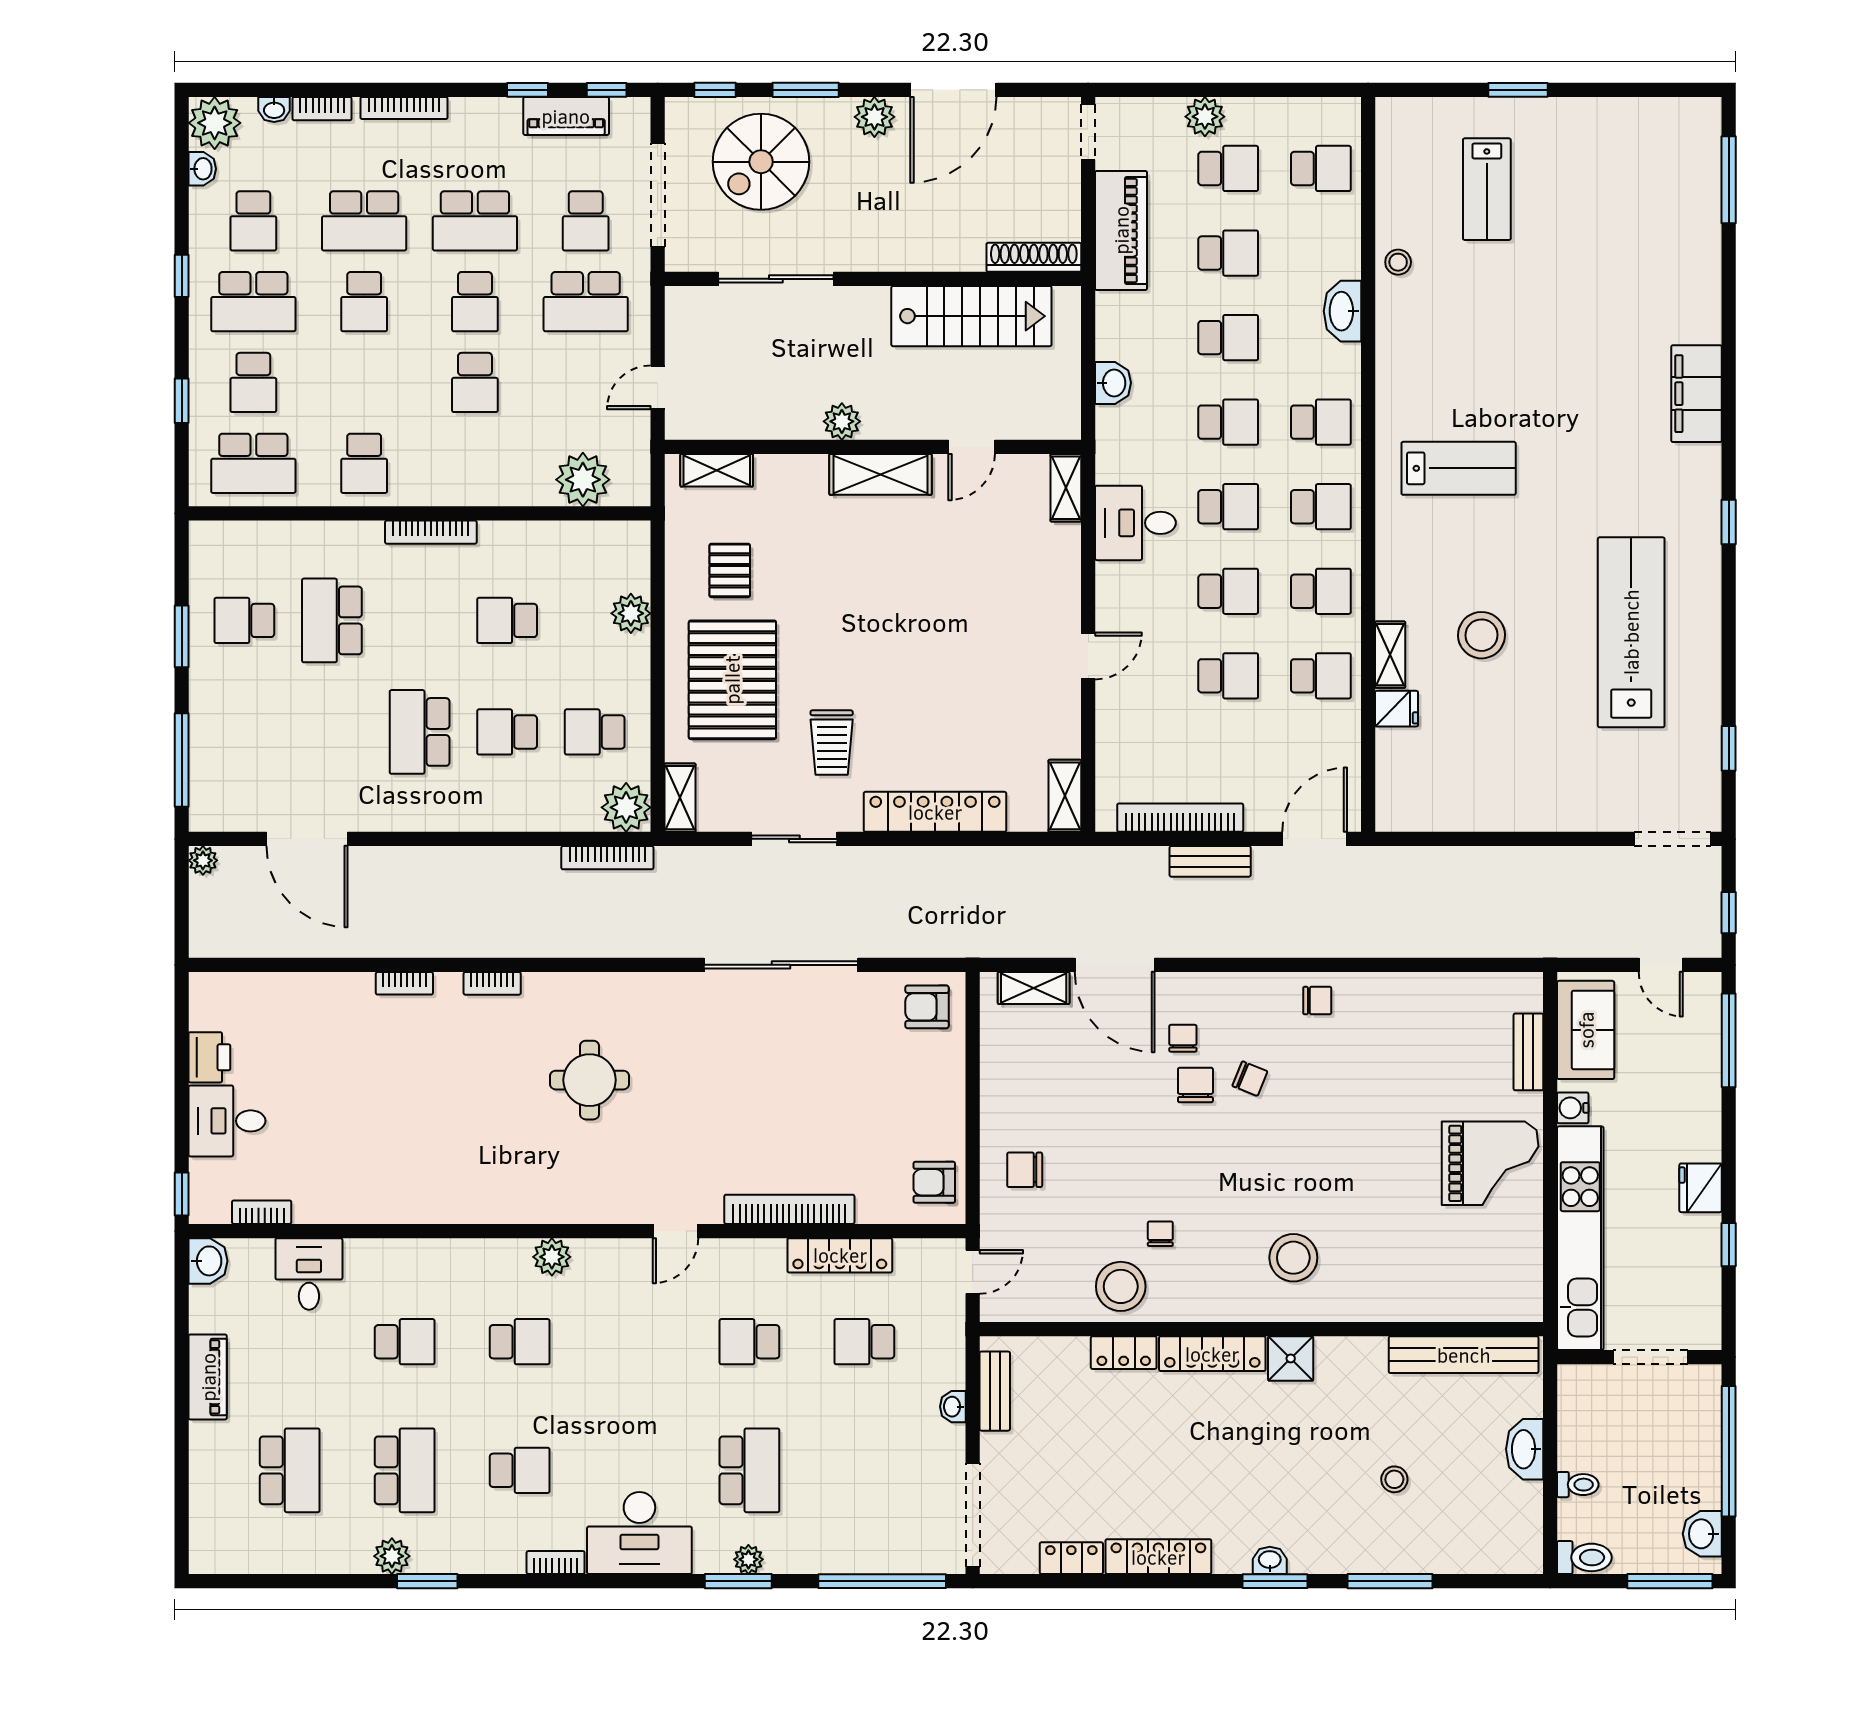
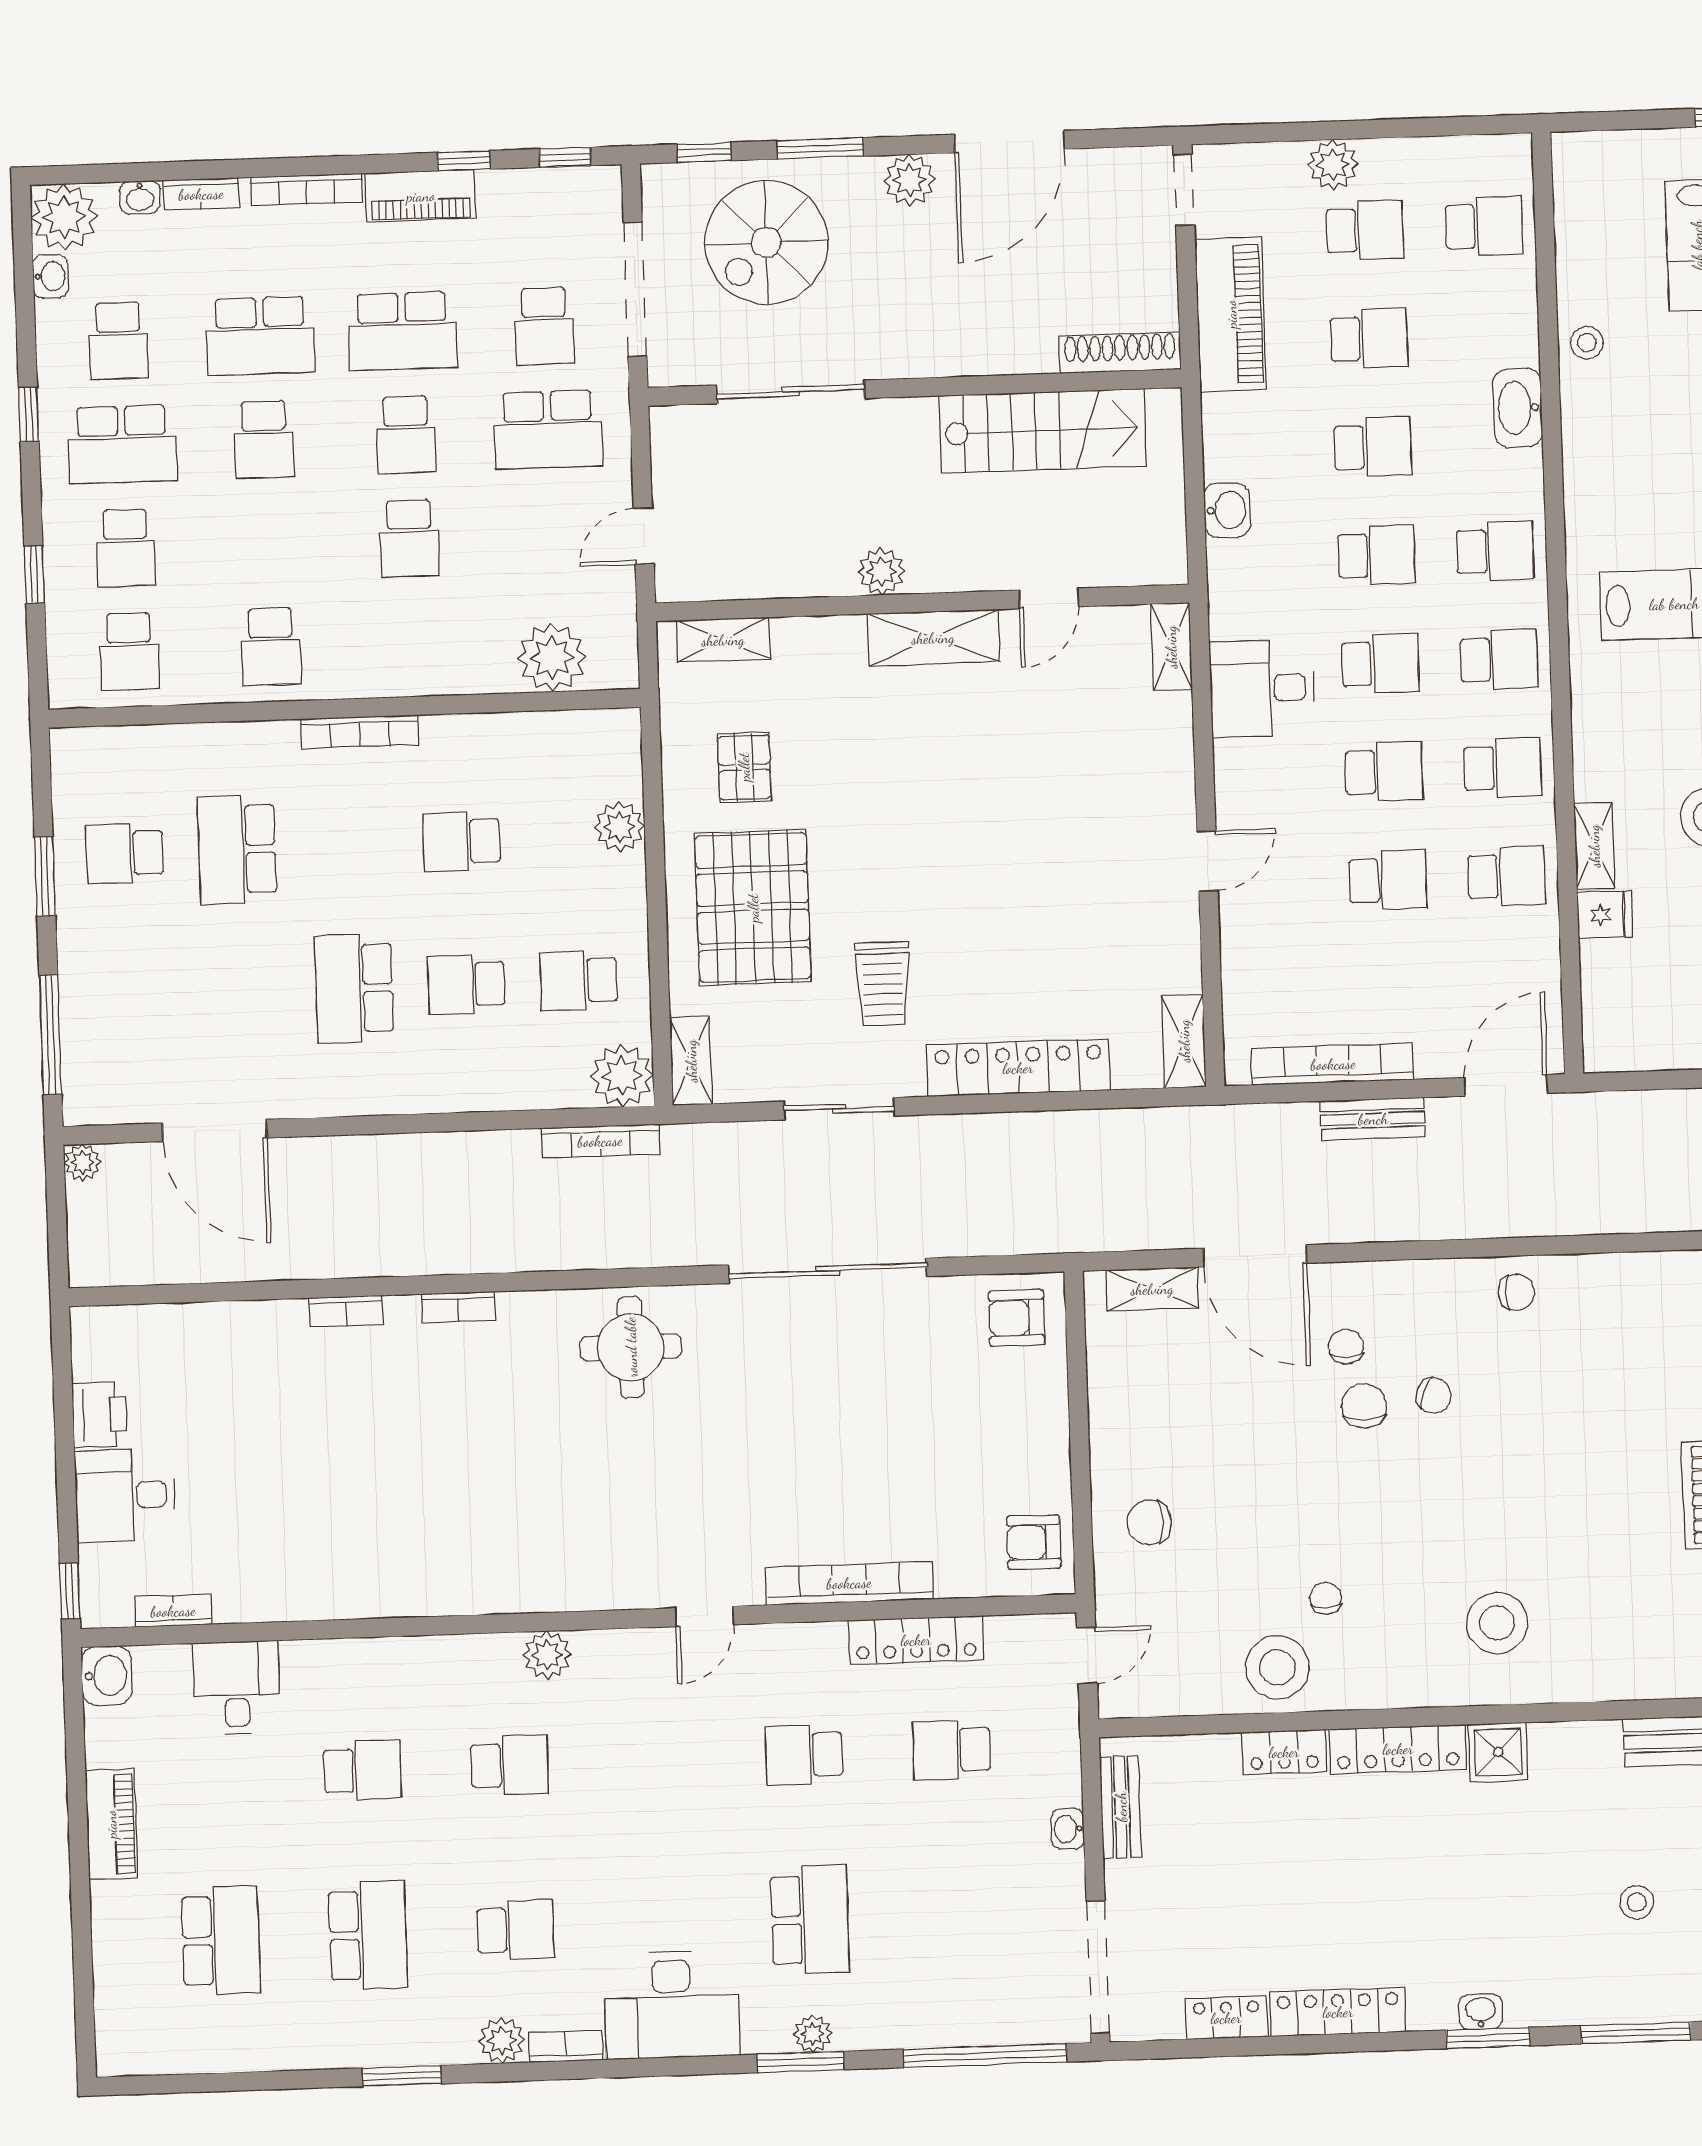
piano: (566, 116) -> (421, 196), moved
school desk: (253, 463) -> (129, 652), width x0.54
round table: (590, 1080) -> (631, 1347), moved
plant: (392, 1556) -> (502, 2040), moved

